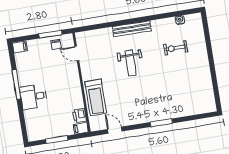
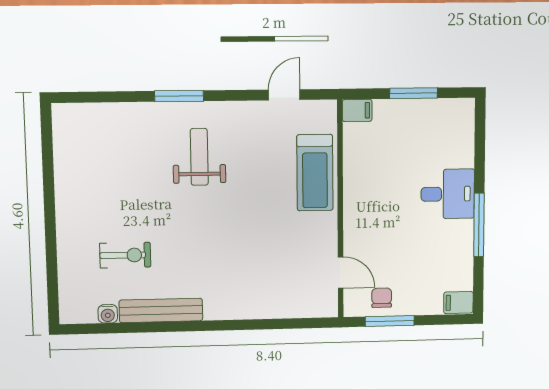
bench: (132, 29) -> (161, 310), moved
weight bench: (131, 63) -> (199, 157), moved
treadmill: (96, 97) -> (315, 173), turned 180
printer: (80, 116) -> (356, 138), removed
door: (115, 130) -> (284, 95), swing flipped

